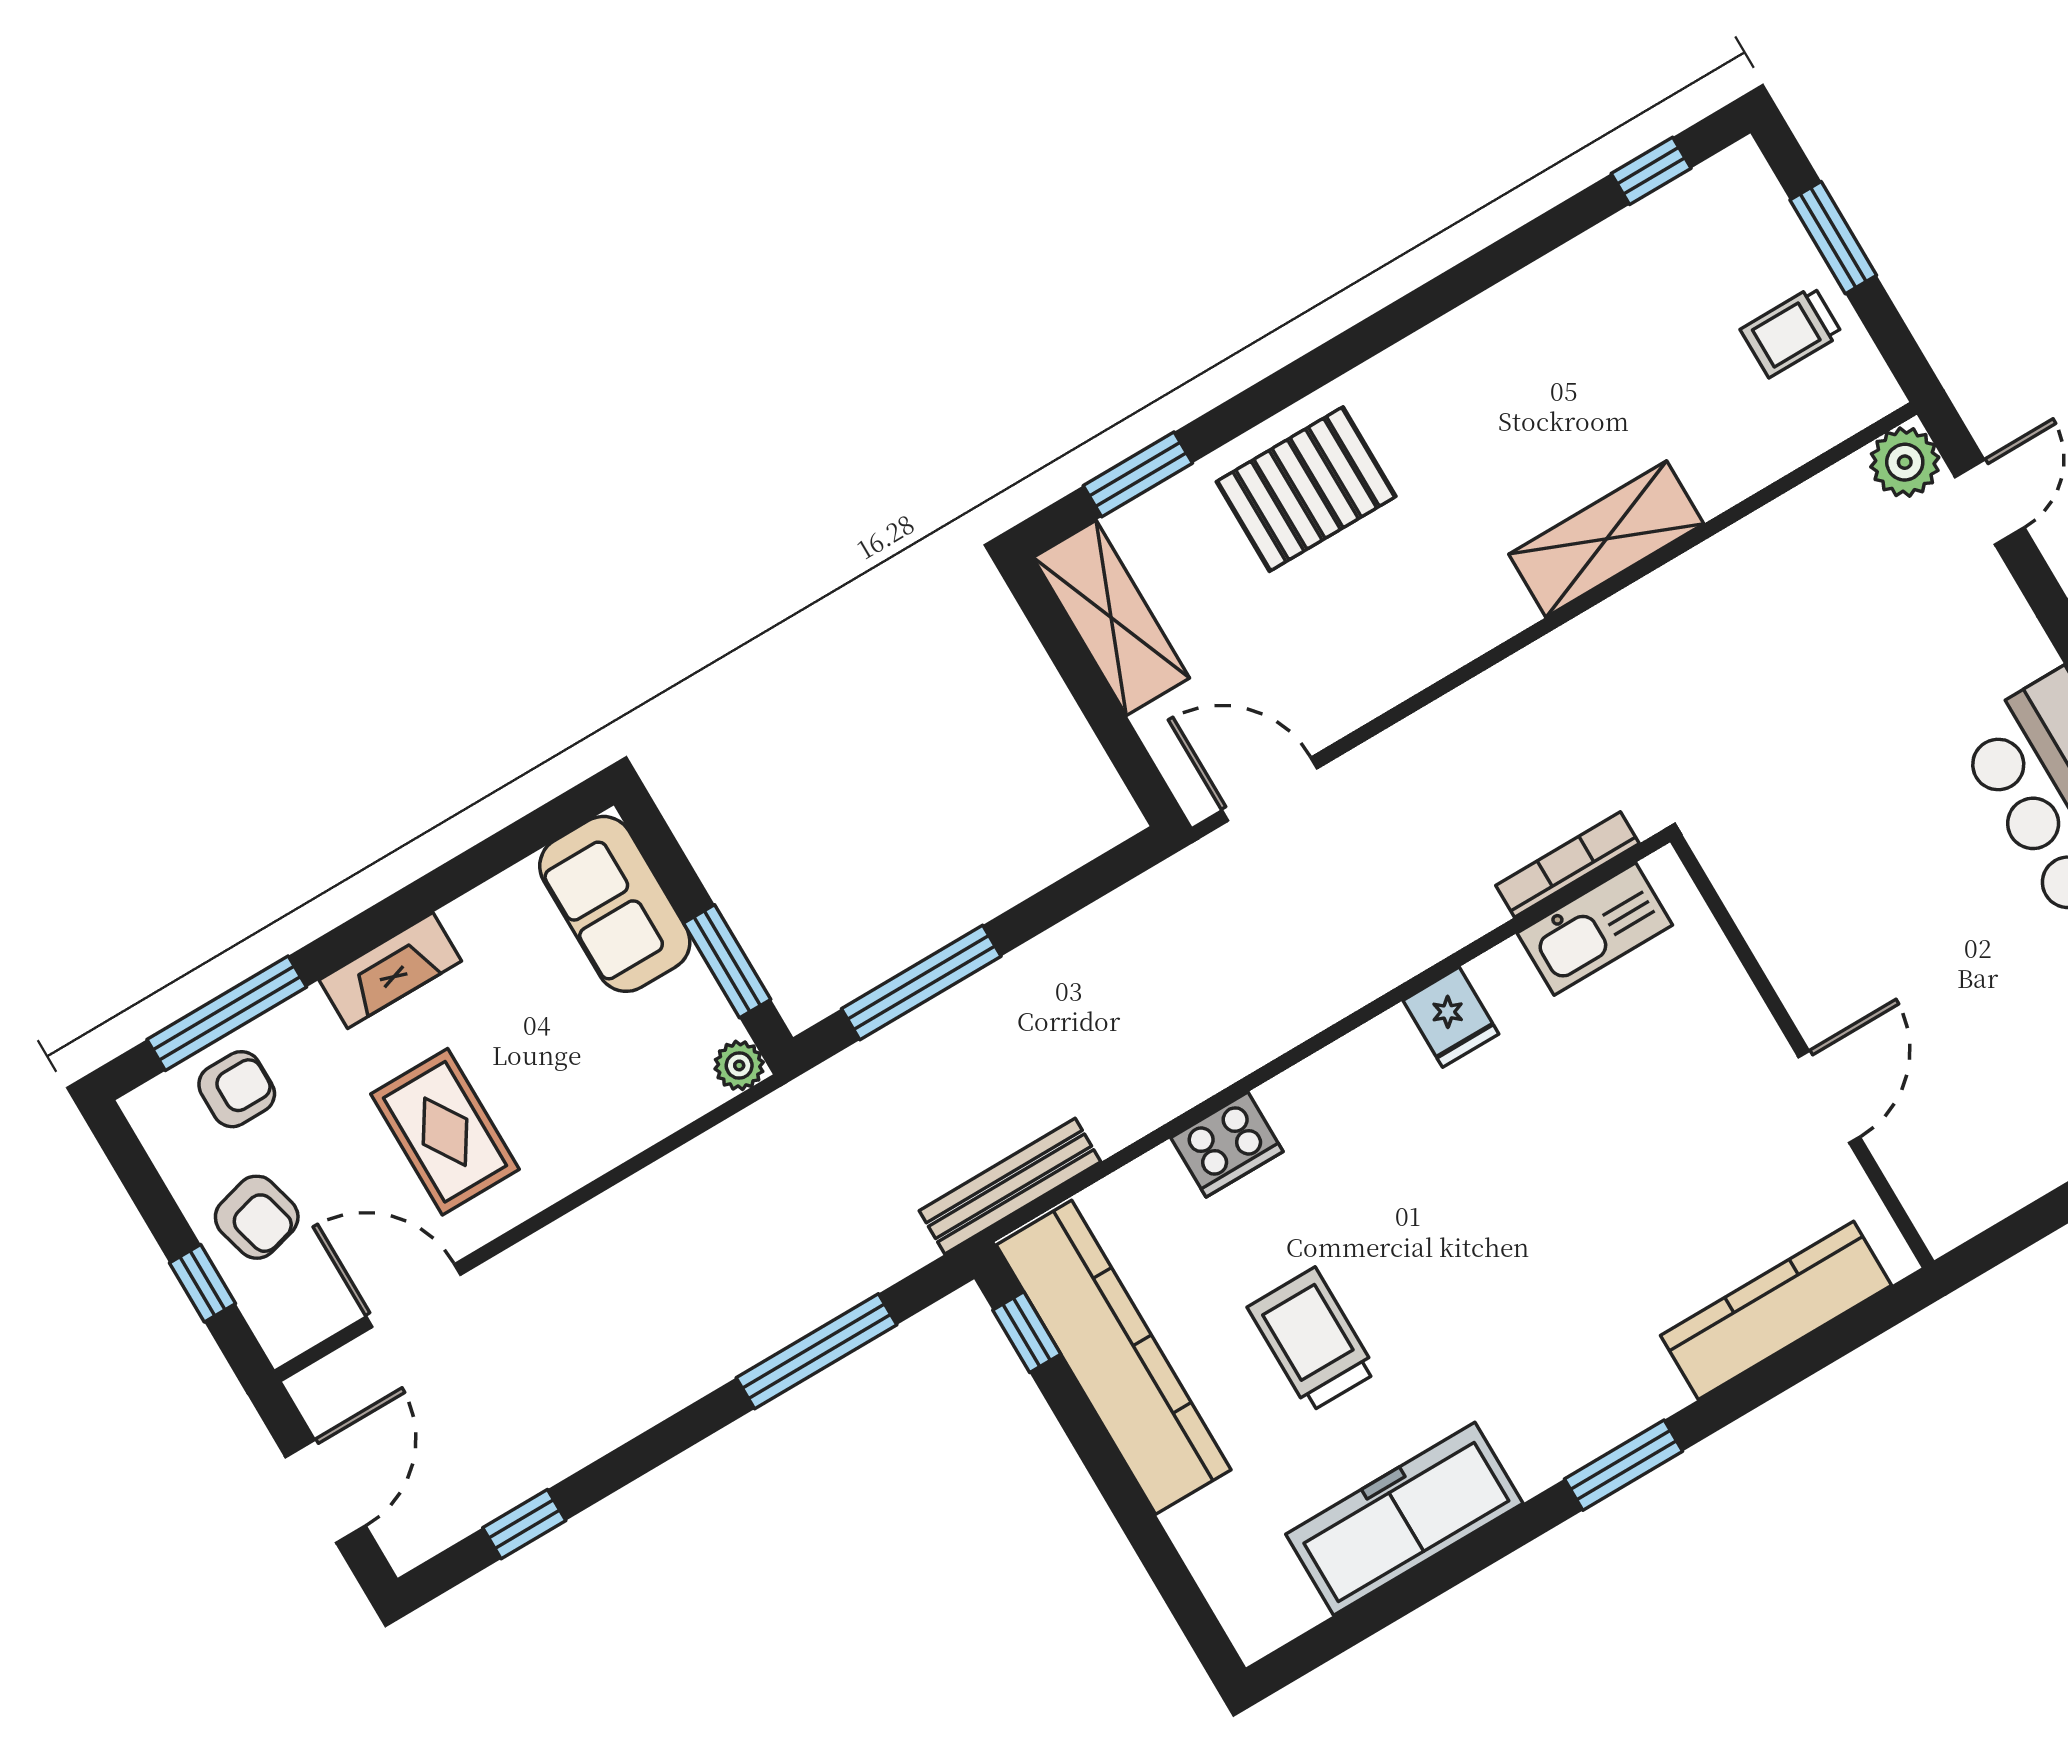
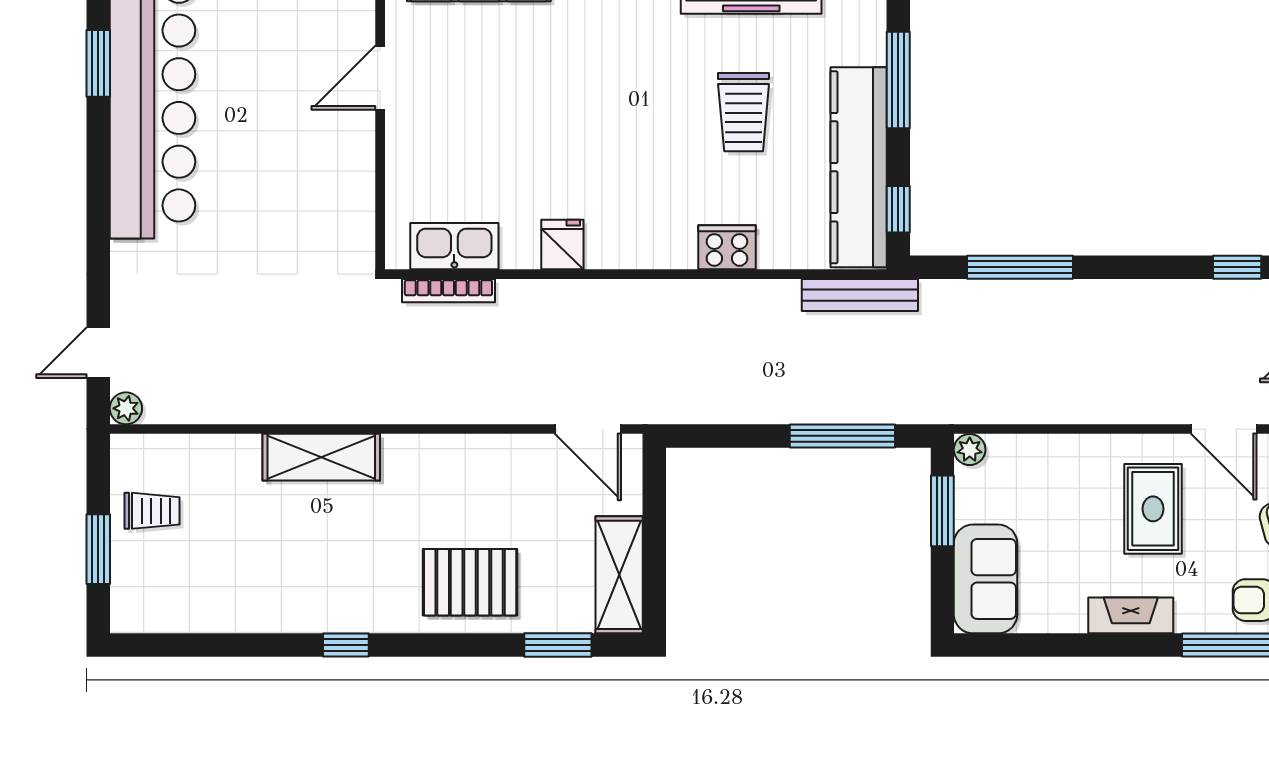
window: (1651, 171) -> (346, 645), moved
plant: (1905, 462) -> (126, 408), width x0.73, depth x0.73
window: (1130, 1506) -> (898, 80), added

